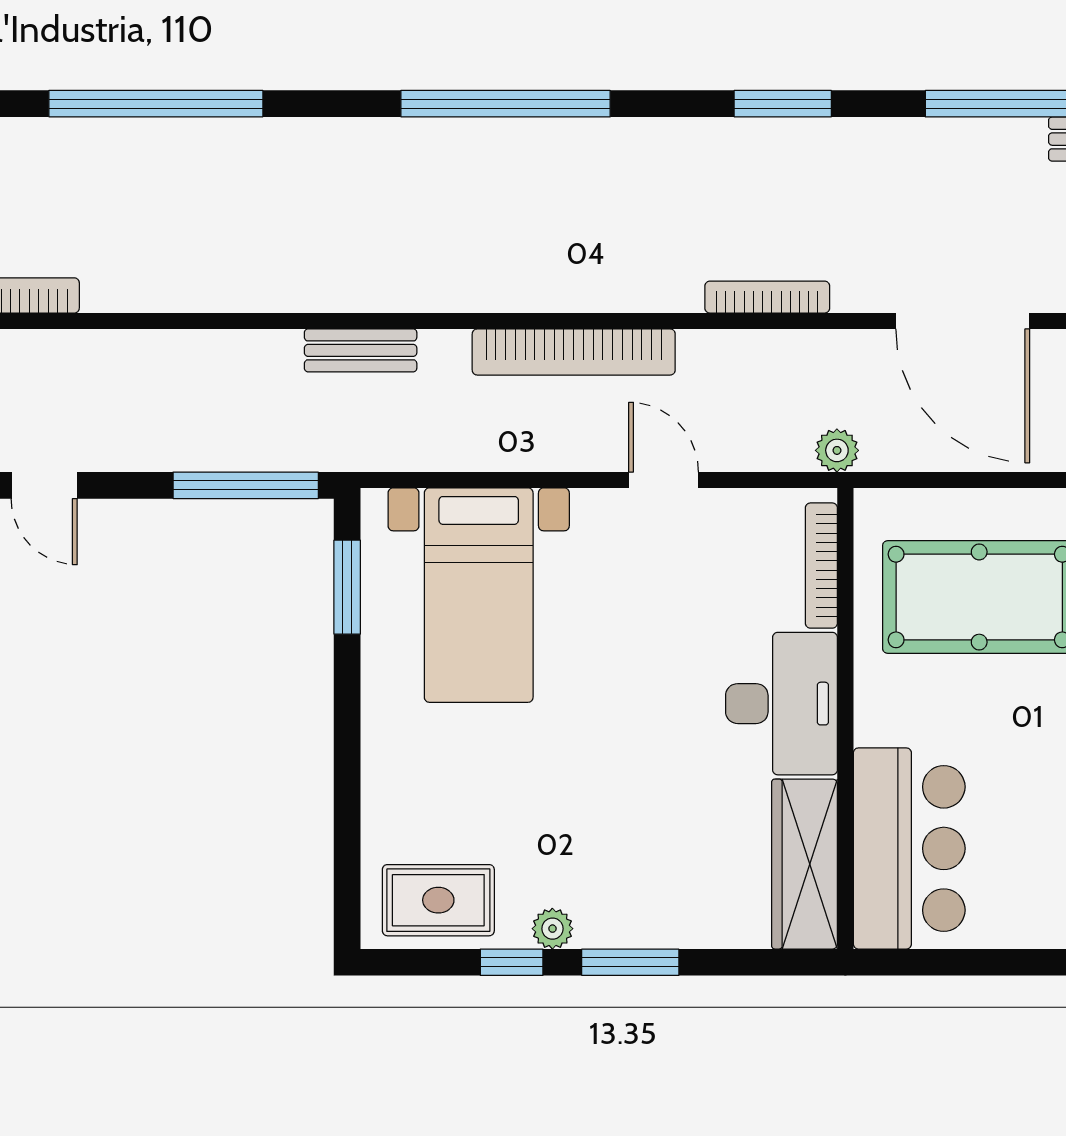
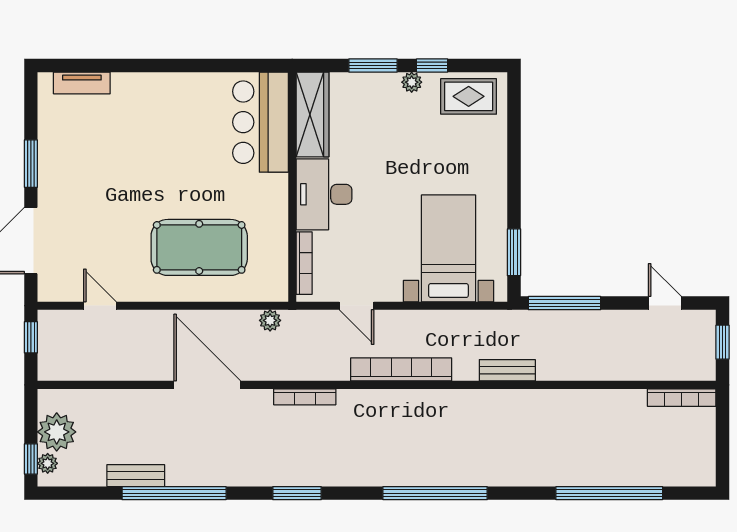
bookcase: (821, 566) -> (304, 263), moved
desk: (781, 704) -> (324, 194), moved
wall: (845, 718) -> (292, 187), moved
bar counter: (909, 848) -> (260, 122), moved
wardrobe: (805, 864) -> (313, 114), moved

